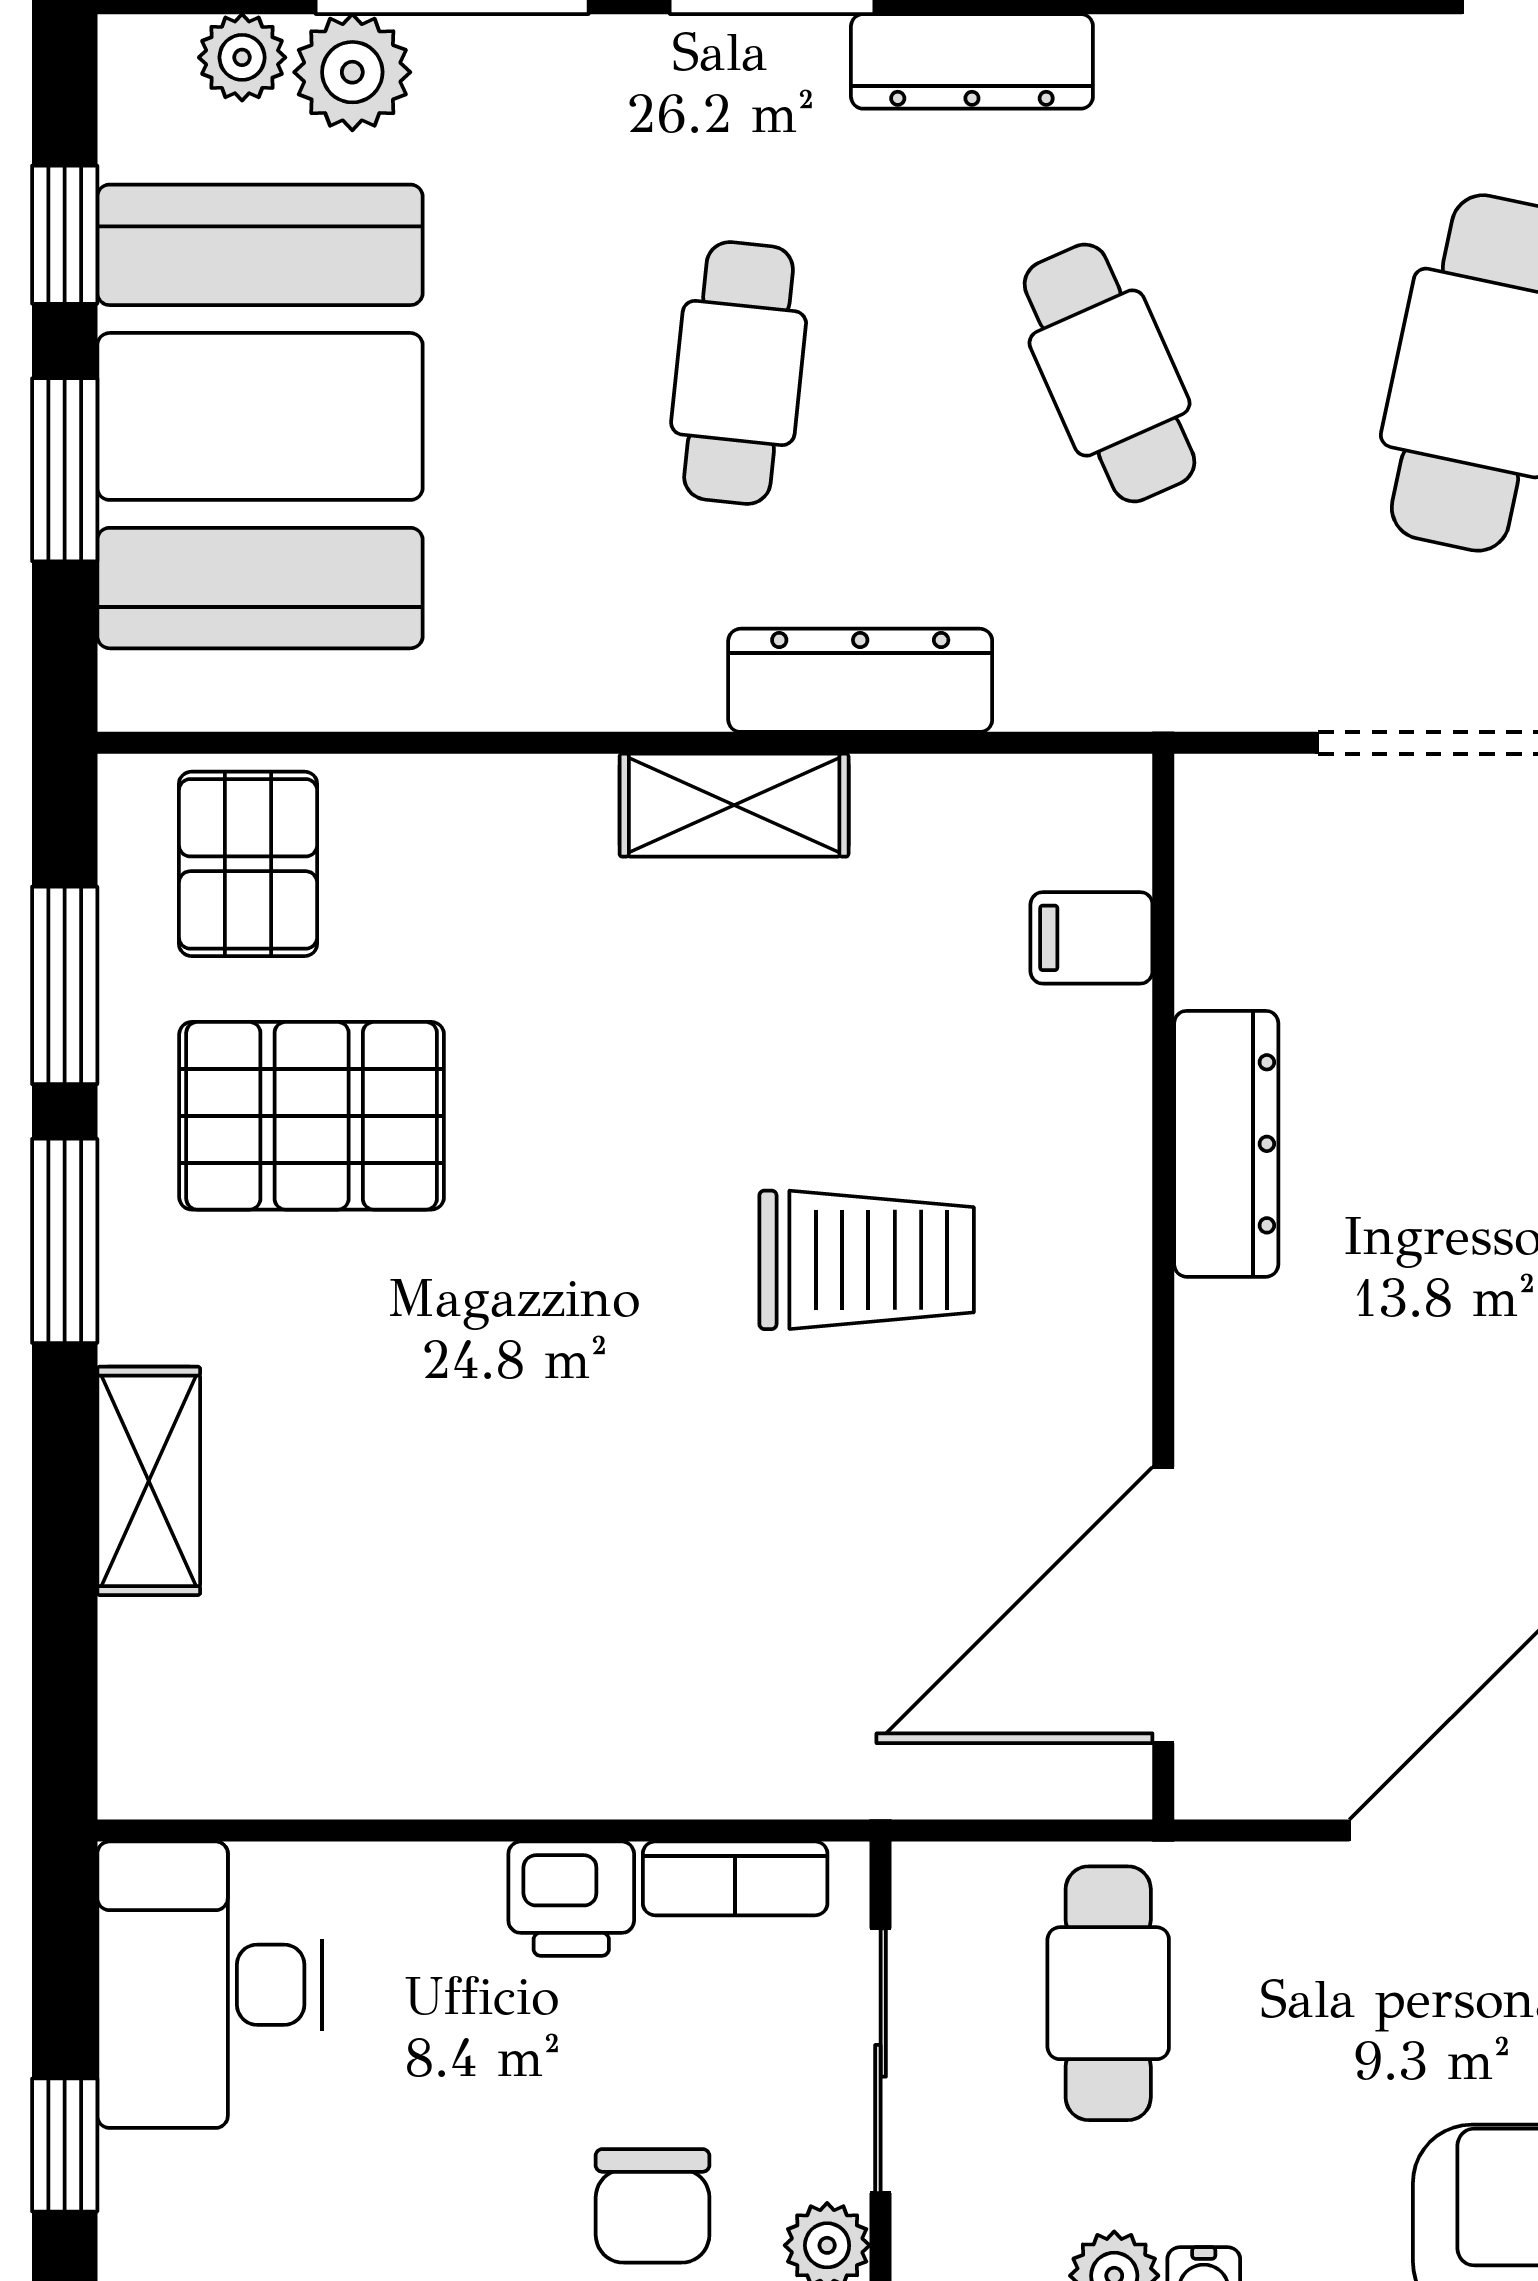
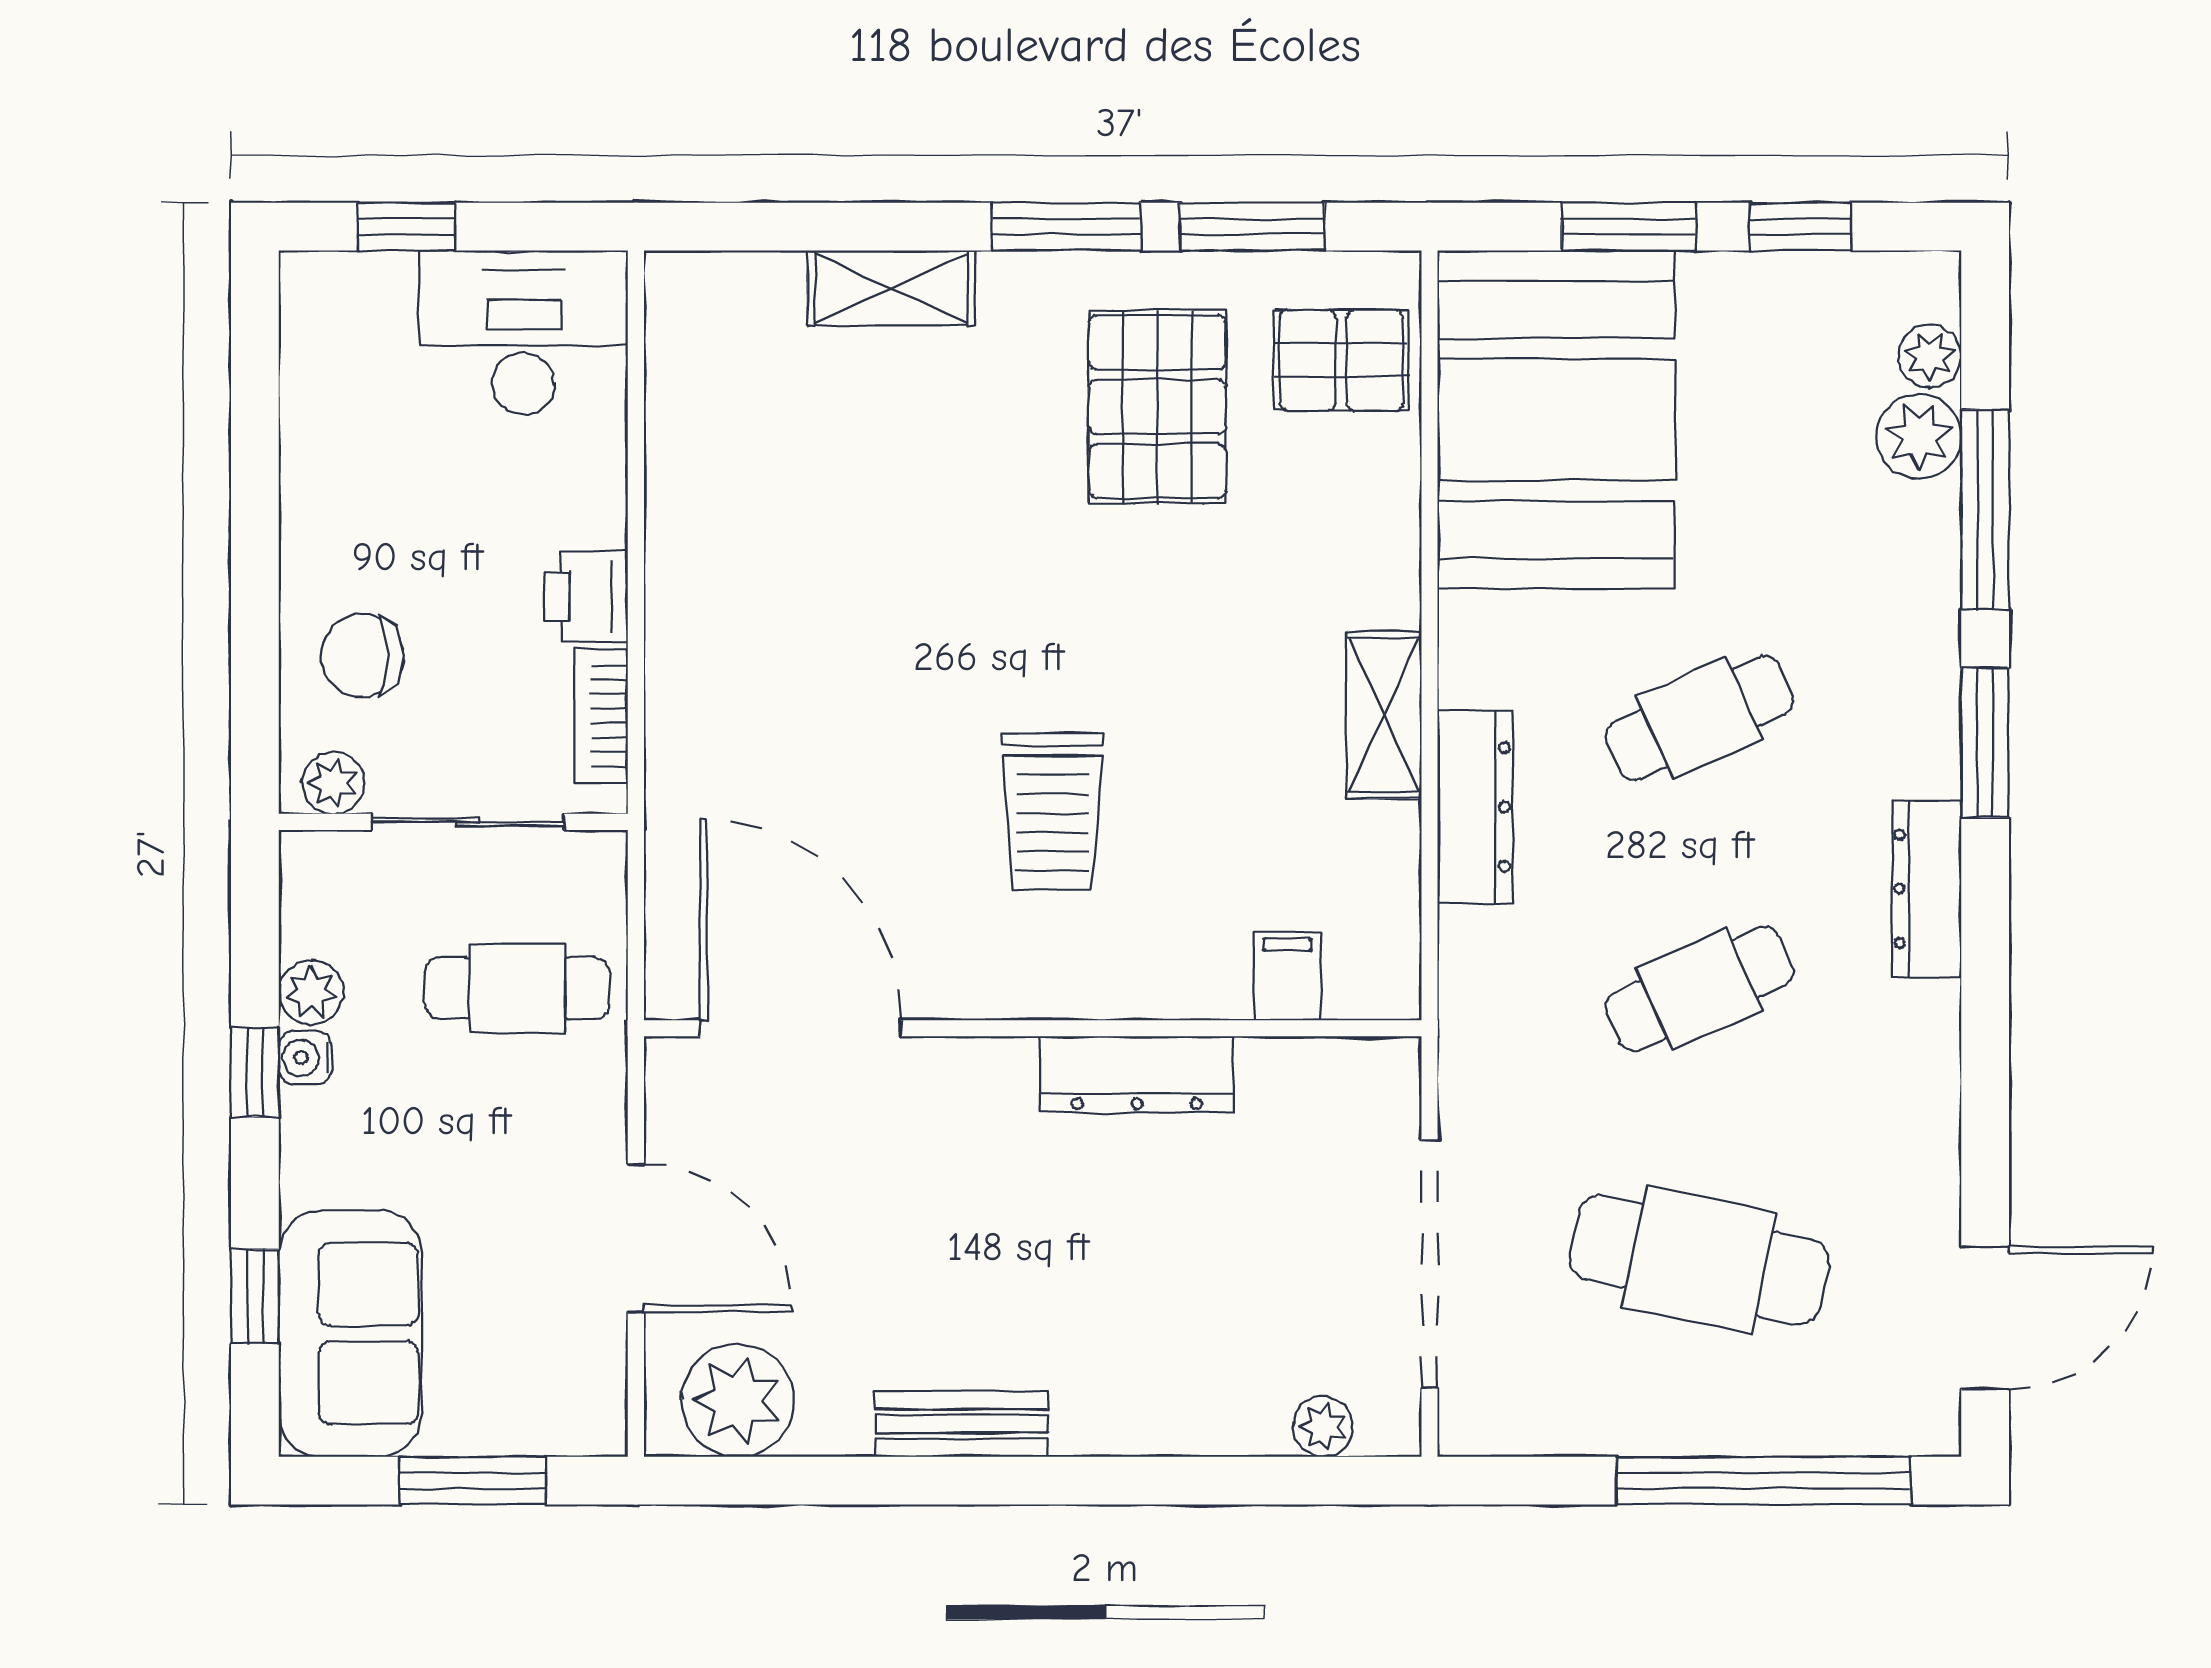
cafe table: (739, 373) -> (1699, 718), turned -30
booth: (260, 416) -> (1556, 420), moved, turned 90

